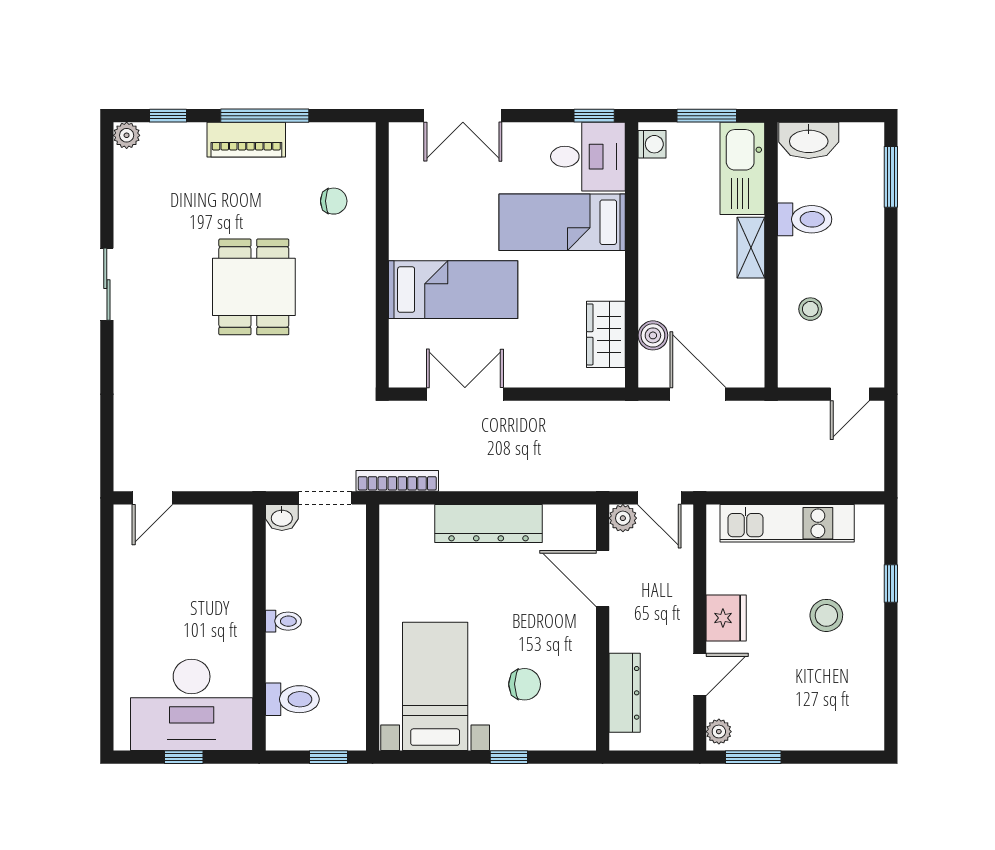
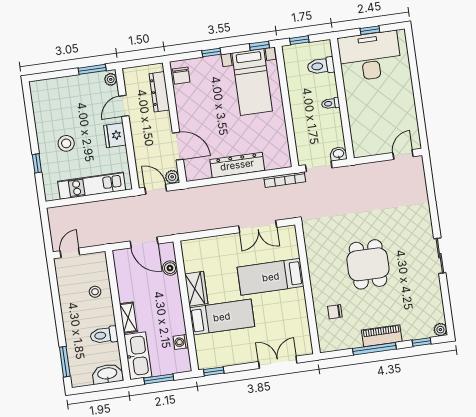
washing machine: (652, 144) -> (181, 342), moved
desk: (588, 157) -> (214, 351), removed
wardrobe: (606, 334) -> (196, 289), moved
chair: (525, 684) -> (181, 76), moved, turned -90
window: (410, 757) -> (259, 46), added

